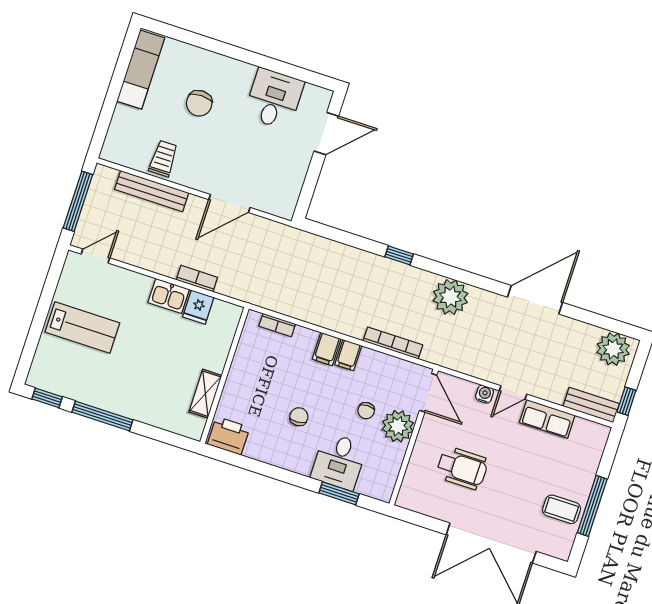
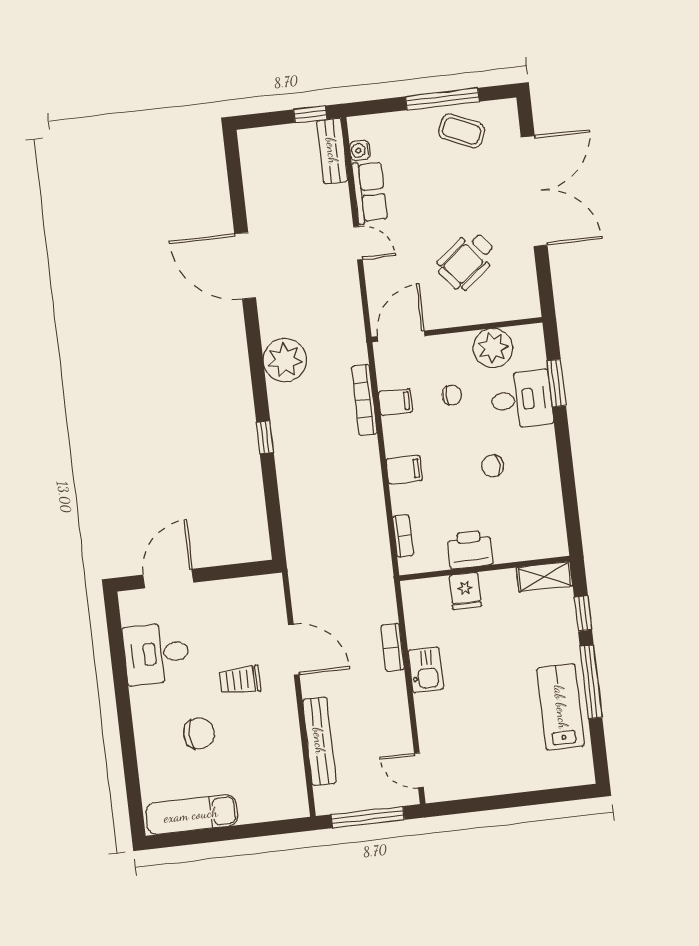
door: (326, 134) -> (168, 579), hinge flipped
trolley: (163, 159) -> (240, 680), moved
fridge: (198, 307) -> (465, 591), moved, turned 90
lab bench: (82, 328) -> (561, 707), moved
plant: (613, 349) -> (260, 155), removed
filing cabinet: (348, 355) -> (395, 402), moved
shelving: (205, 394) -> (545, 577), moved
water cooler: (485, 394) -> (360, 150), moved
window: (47, 398) -> (583, 613), moved
plant: (398, 426) -> (493, 348), moved
printer: (229, 436) -> (470, 549), moved, turned 90
wheelchair: (462, 468) -> (466, 261), turned -129
coffee table: (562, 509) -> (462, 131), turned -66

